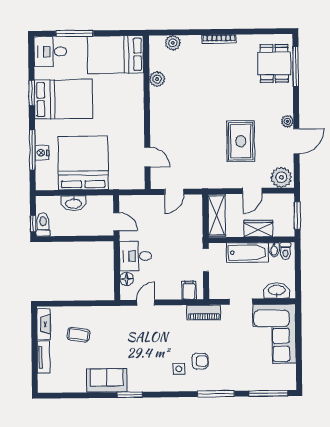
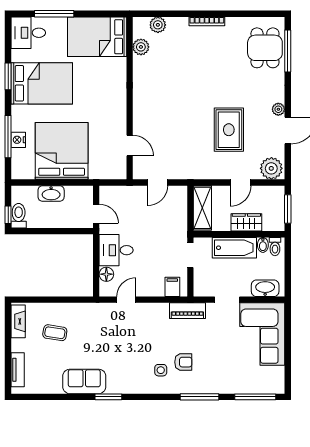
plant: (157, 79) -> (141, 47), moved
tv unit: (44, 357) -> (18, 370), moved

